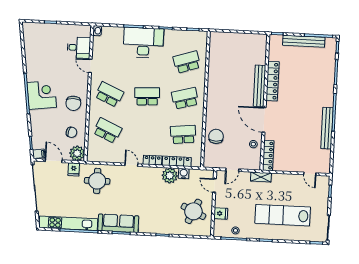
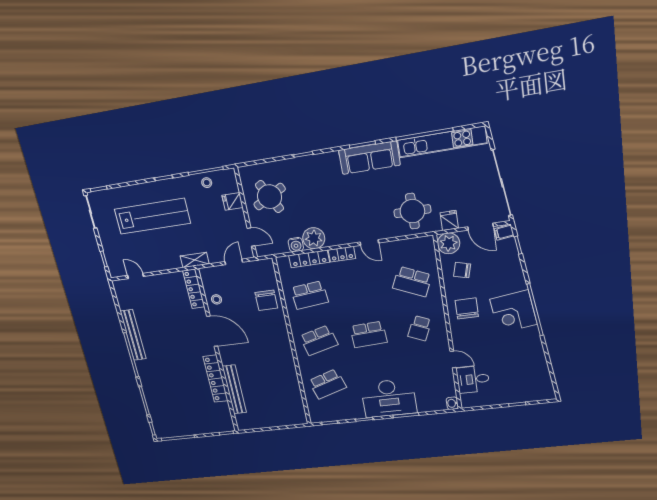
bench: (304, 41) -> (193, 429), removed
bench: (259, 86) -> (234, 389), moved
school desk: (109, 94) -> (420, 328), width x0.54
round table: (193, 211) -> (270, 197), turned 37

